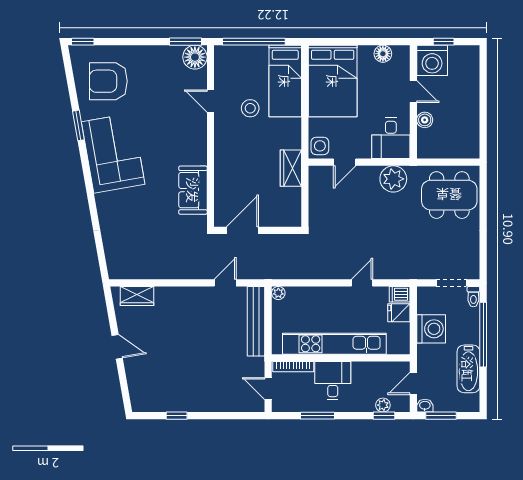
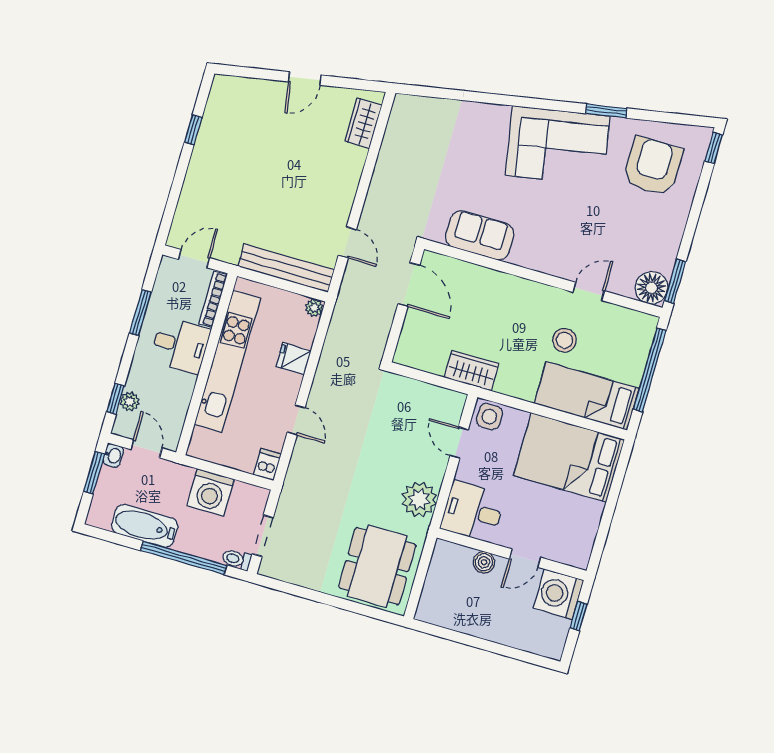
floor lamp: (383, 54) -> (585, 533), removed
fridge: (399, 313) -> (294, 359), moved, turned -90

